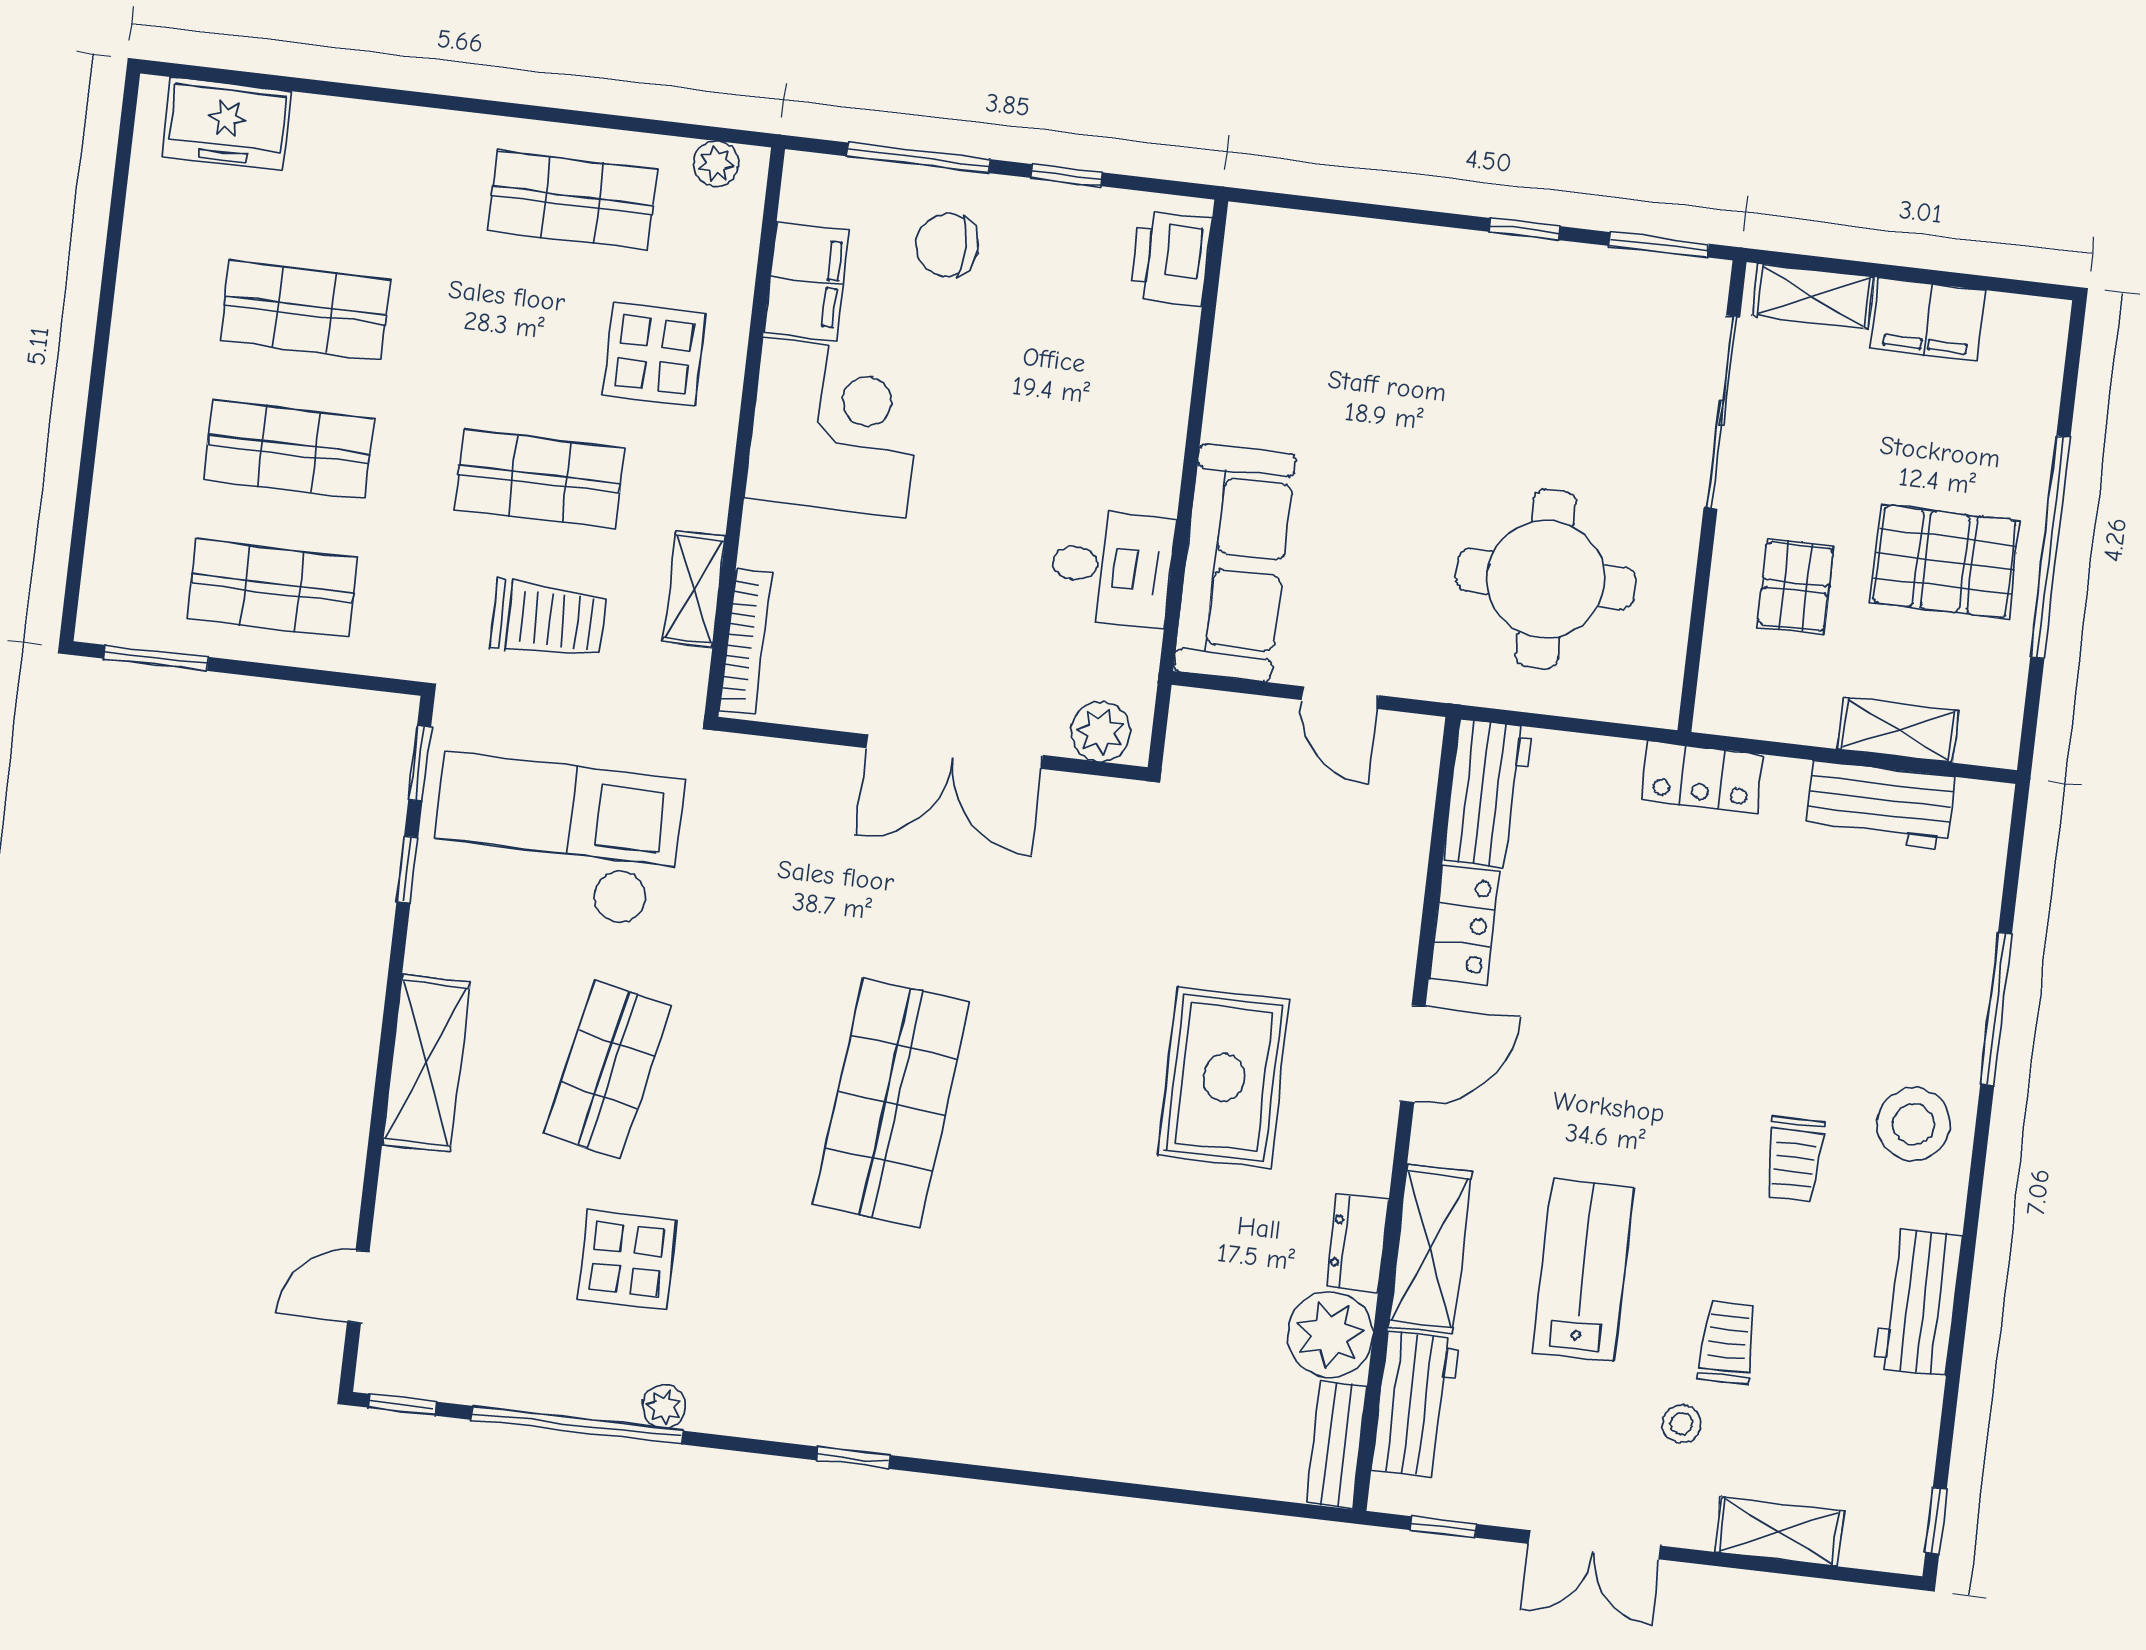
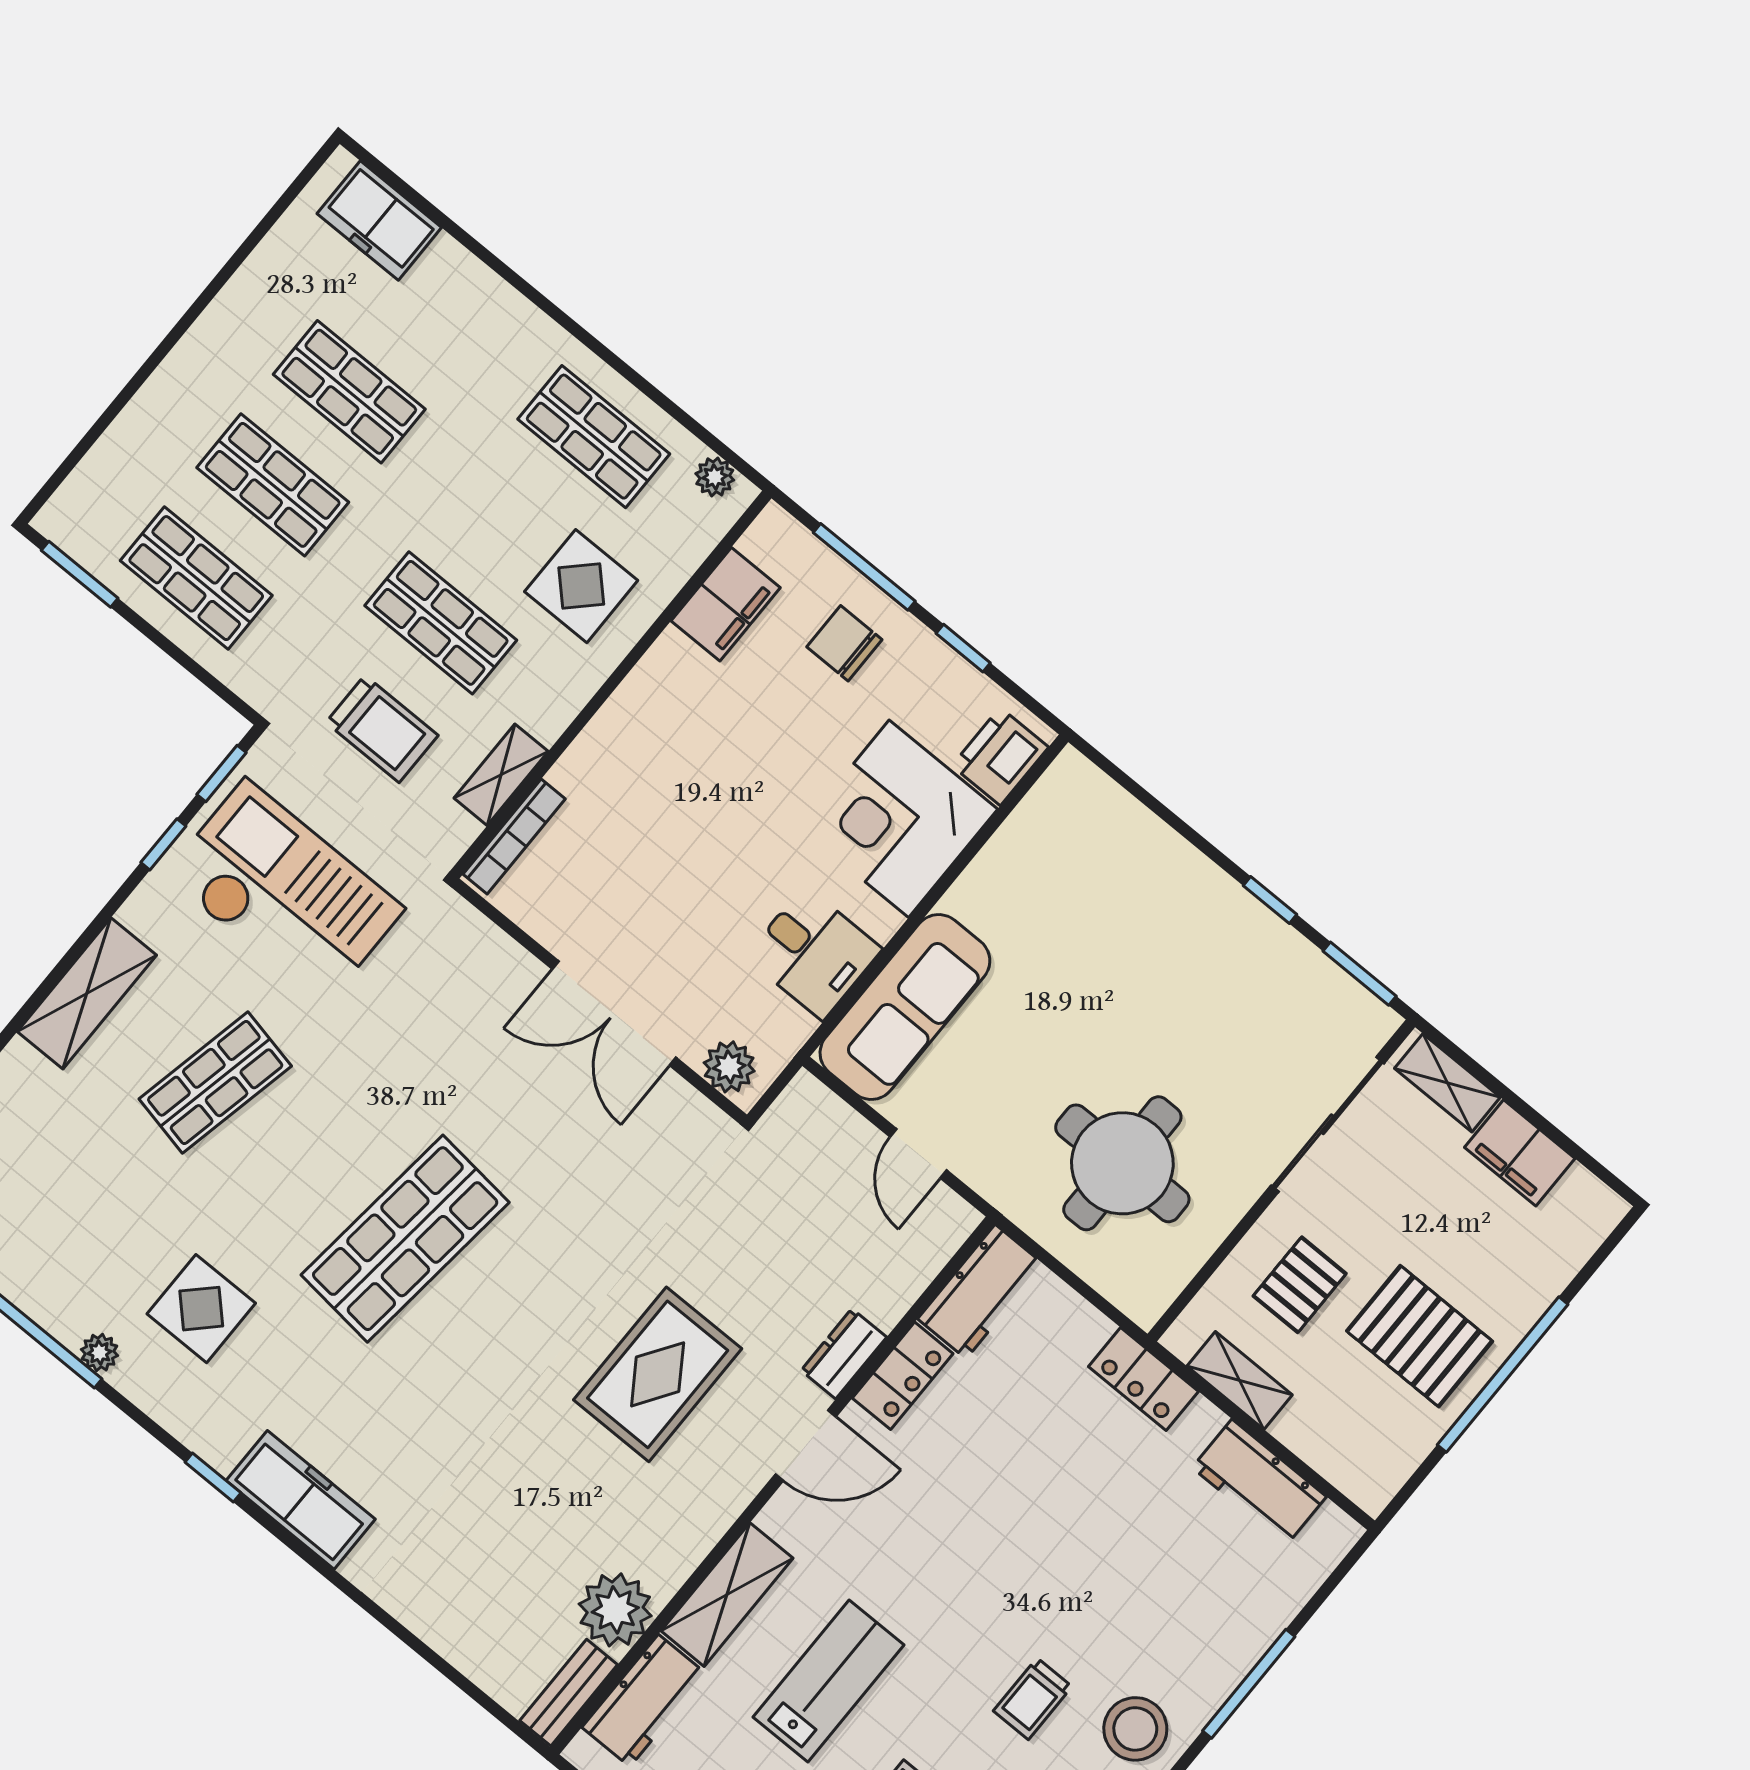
corner desk: (834, 427) -> (899, 819), moved, turned 180
shelving: (1898, 730) -> (1240, 1381), moved
dresser: (1357, 1243) -> (844, 1354), moved
display table: (627, 1260) -> (201, 1309), moved
freezer: (953, 1424) -> (301, 1500), added

